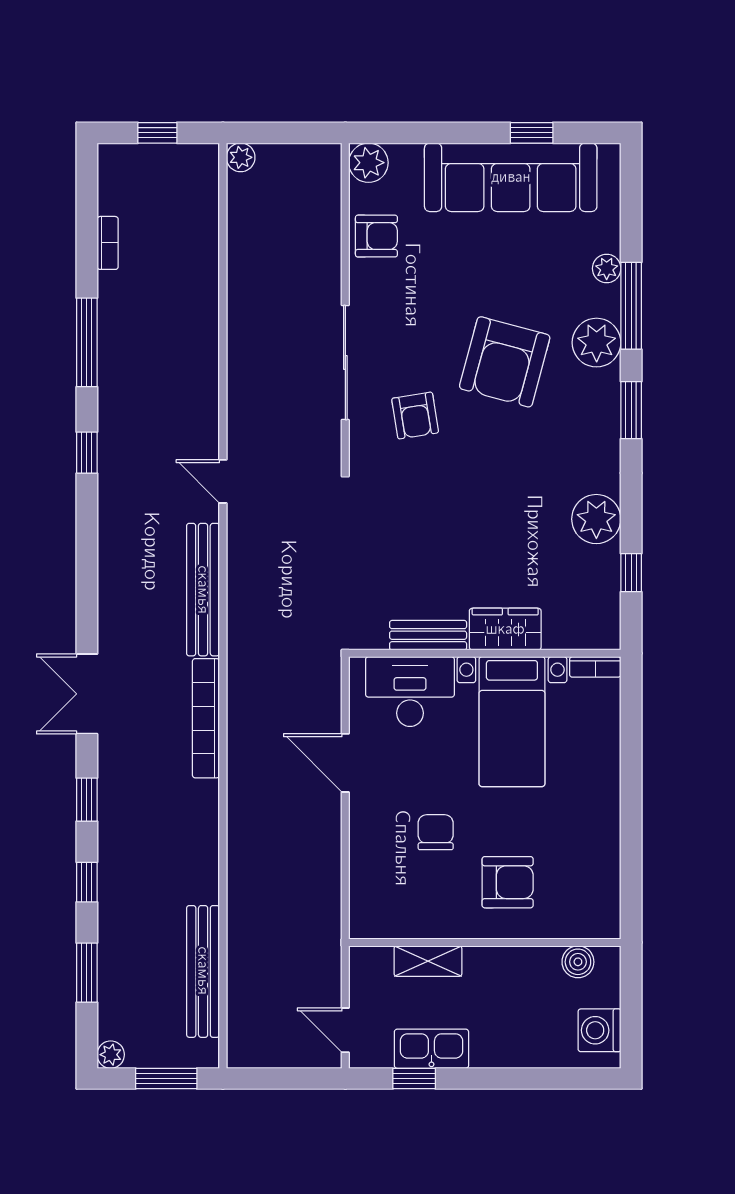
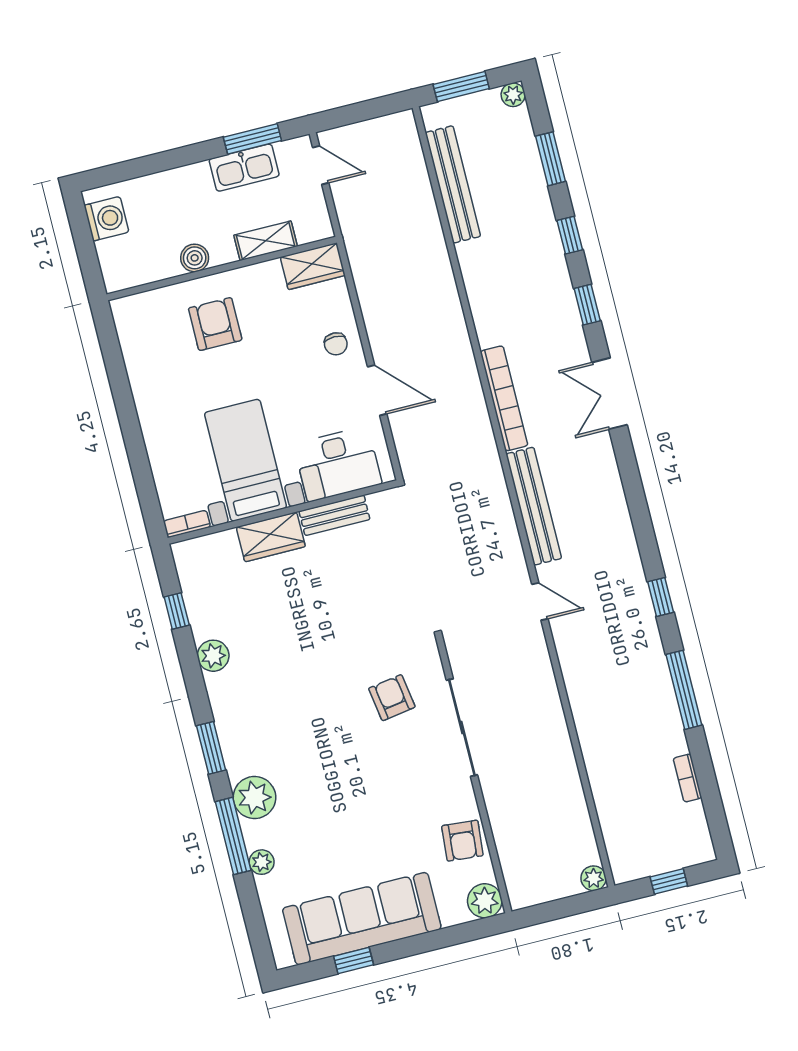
armchair: (376, 236) -> (462, 841), turned -85
armchair: (505, 362) -> (328, 762), removed
plant: (596, 519) -> (213, 656), width x0.73, depth x0.73
double door: (87, 694) -> (610, 394), swing flipped
chair: (436, 832) -> (336, 344), moved, width x0.73, depth x0.73
armchair: (508, 882) -> (215, 324), turned 90
wardrobe: (383, 919) -> (313, 266), added
boiler: (578, 962) -> (195, 258), moved
window: (414, 1078) -> (252, 139), width x1.50

